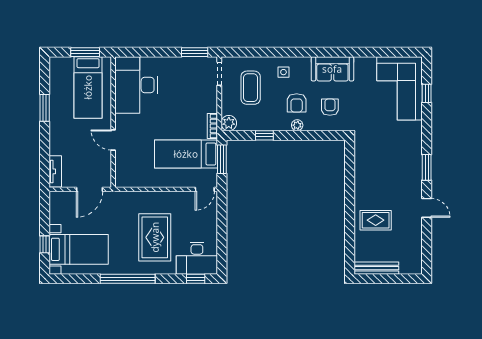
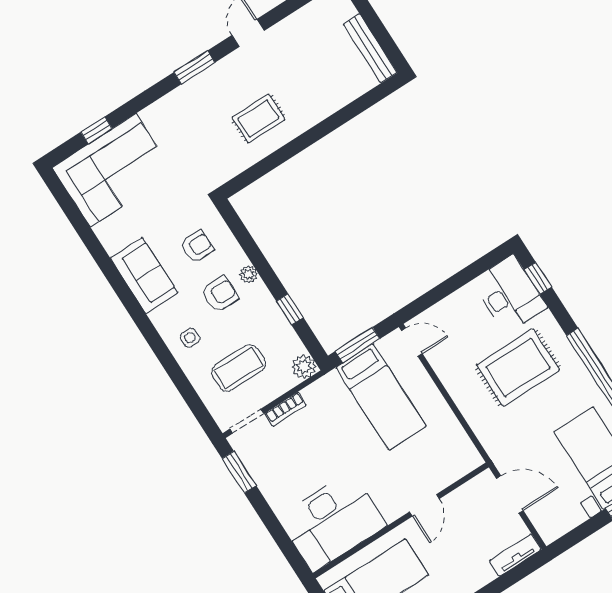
armchair: (330, 107) -> (197, 246), turned 180
bookcase: (212, 126) -> (286, 409), moved
rug: (376, 220) -> (258, 118), moved, turned 90

